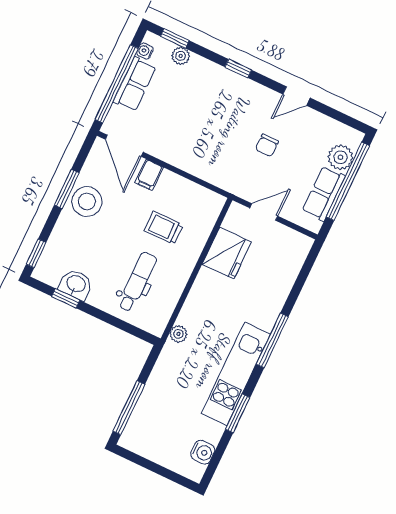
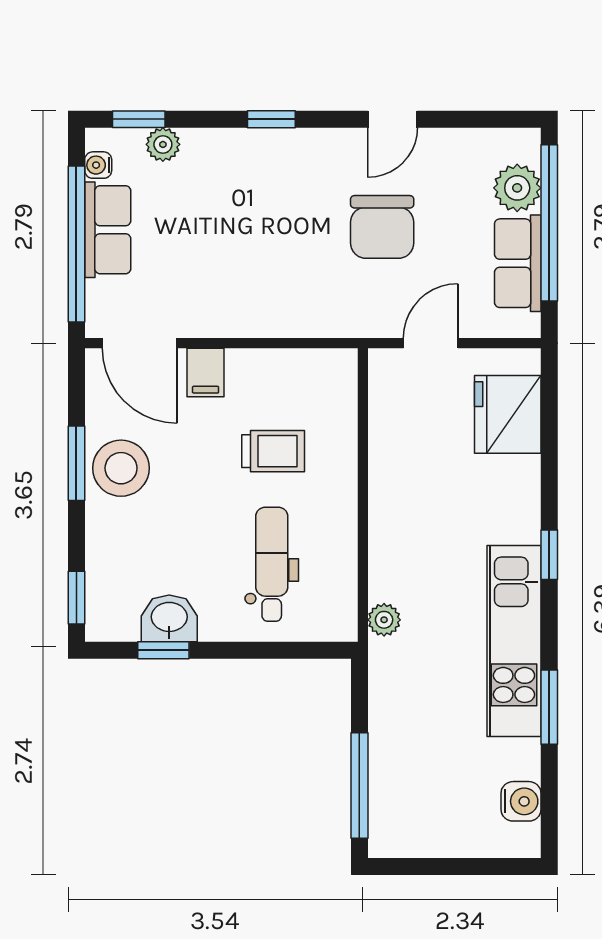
chair: (267, 145) -> (382, 227), width x1.87, depth x1.87
trolley: (164, 228) -> (273, 451), turned 180
fridge: (227, 253) -> (508, 414), moved, turned 180
window: (272, 340) -> (549, 555), width x0.46

